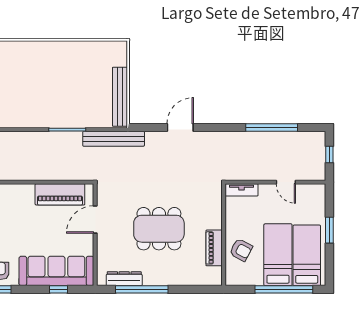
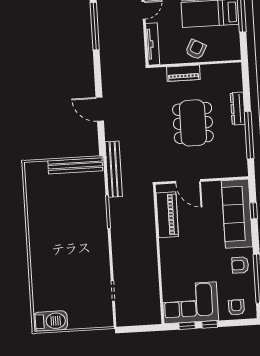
tv unit: (241, 190) -> (153, 44), width x1.41
piano: (214, 248) -> (183, 73), moved
armchair: (241, 250) -> (196, 49), moved
dresser: (124, 279) -> (238, 109), moved

